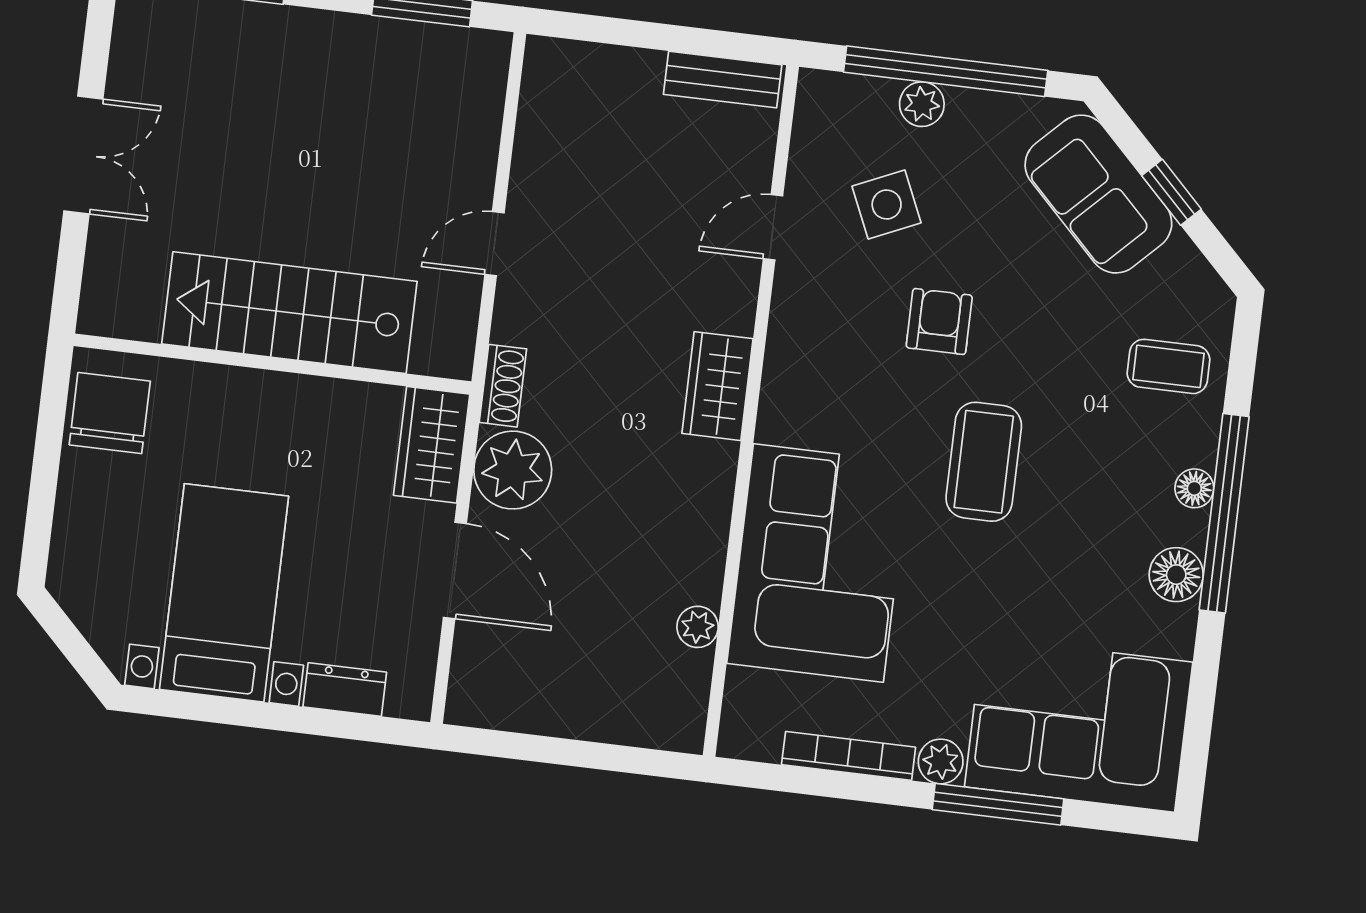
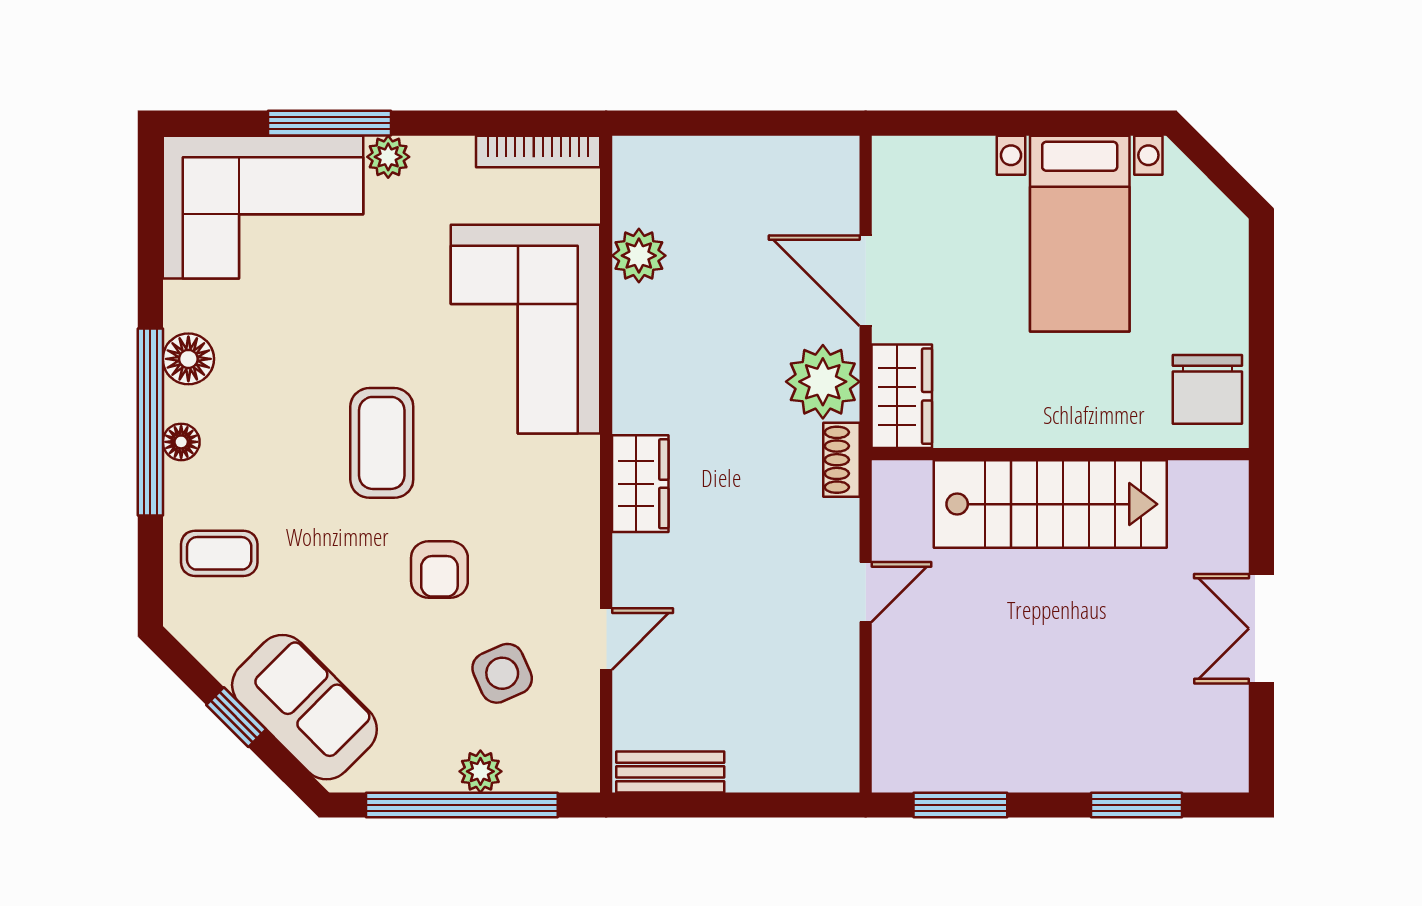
plant: (698, 627) -> (639, 256), width x1.38, depth x1.38
dresser: (345, 689) -> (956, 157), removed
bookcase: (849, 756) -> (538, 152), moved

